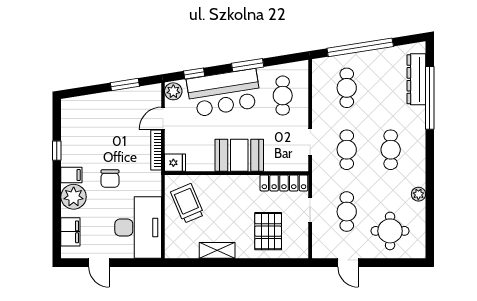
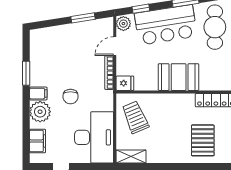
cafe table: (283, 96) -> (215, 27), width x1.37, depth x1.35
window: (57, 151) -> (26, 73), width x1.50
shelving: (217, 250) -> (131, 157), moved

